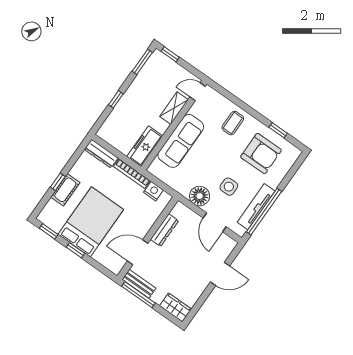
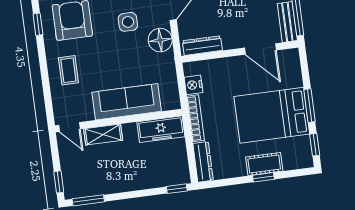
window: (116, 99) -> (177, 189), moved
coffee table: (233, 123) -> (68, 70), turned 90
dresser: (164, 230) -> (202, 46), moved
window: (76, 250) -> (309, 106), width x1.50

